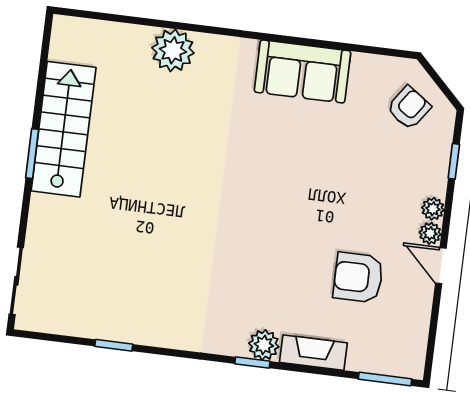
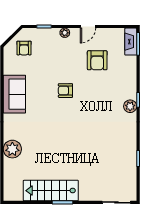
armchair: (409, 108) -> (24, 48), turned -125
armchair: (296, 193) -> (65, 91), added
plant: (430, 233) -> (75, 33), removed
plant: (264, 345) -> (130, 106), moved
fireplace: (313, 353) -> (131, 42), moved

